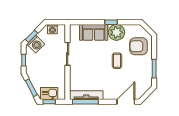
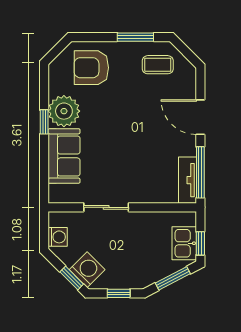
armchair: (139, 46) -> (91, 68), turned 90
coffee table: (117, 61) -> (158, 65), moved
tv unit: (86, 95) -> (187, 180), width x0.71
door: (126, 102) -> (200, 117), moved

